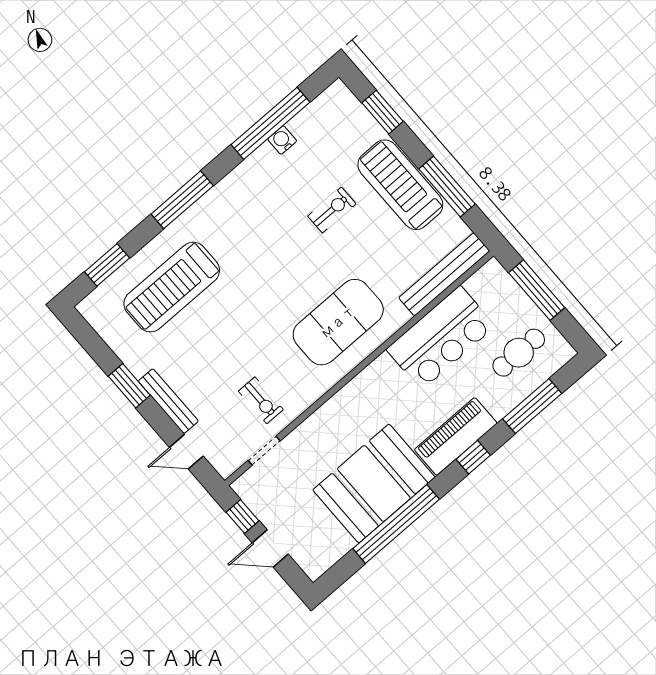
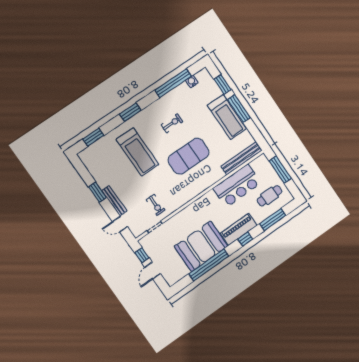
water cooler: (282, 140) -> (192, 81), moved
treadmill: (400, 185) -> (227, 117), turned 180
window: (447, 186) -> (239, 109), moved
window: (182, 200) -> (130, 112), width x0.69
exercise bike: (332, 210) -> (172, 123), moved
treadmill: (172, 287) -> (138, 152), moved, turned -90
exercise mat: (338, 322) -> (189, 156), moved
door: (270, 548) -> (153, 271), hinge flipped

